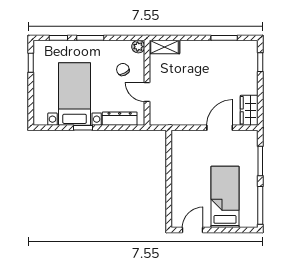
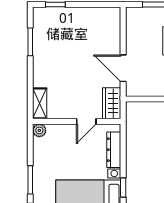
chair: (123, 69) -> (63, 146), removed
wardrobe: (249, 110) -> (112, 103), moved, turned 90
door: (220, 128) -> (123, 68), moved

